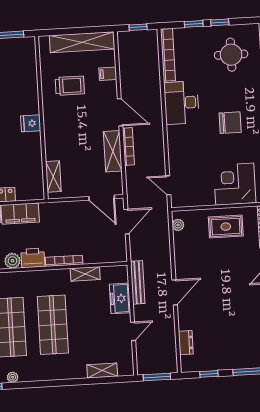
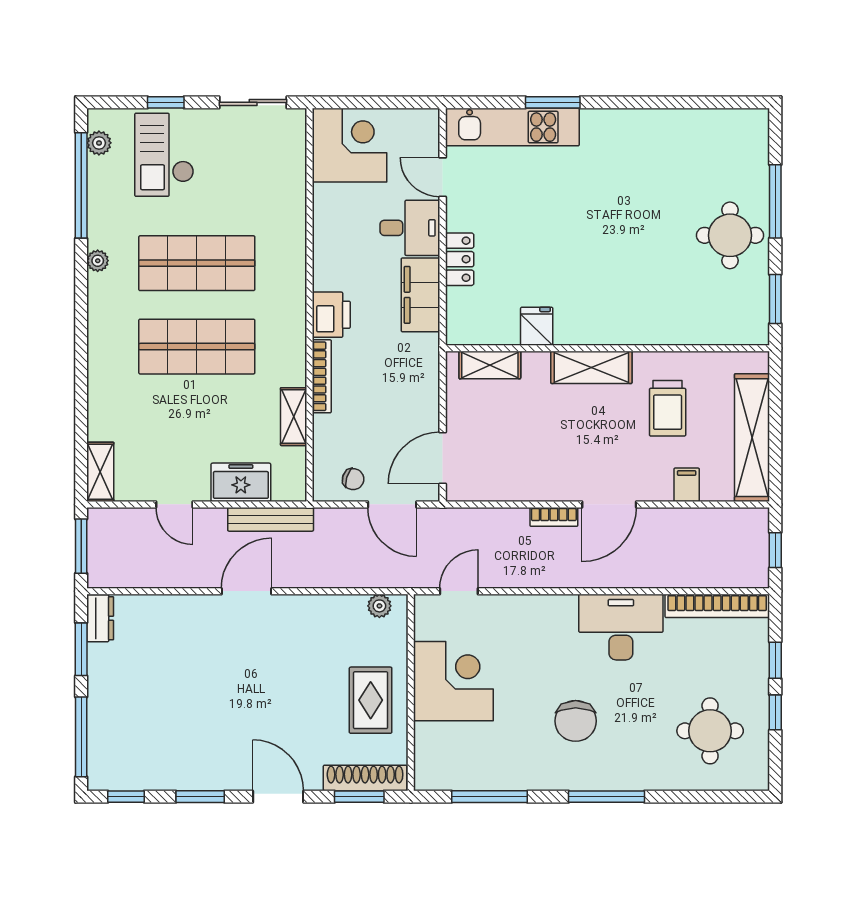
fridge: (31, 123) -> (537, 326), moved
bookcase: (128, 146) -> (554, 517), width x0.64
shelving: (113, 151) -> (591, 367), moved
corner desk: (235, 184) -> (453, 681), moved
chair: (115, 242) -> (353, 479), added
plant: (12, 261) -> (328, 274), removed
door: (175, 292) -> (246, 591), swing flipped
dresser: (186, 343) -> (100, 618), moved, turned -90
shelving: (102, 371) -> (100, 472), moved
window: (209, 374) -> (81, 649), width x1.50

